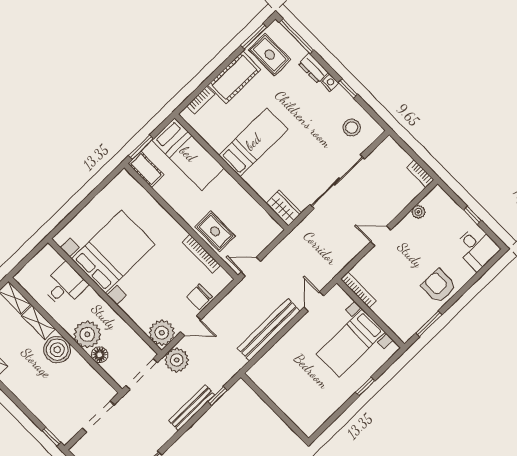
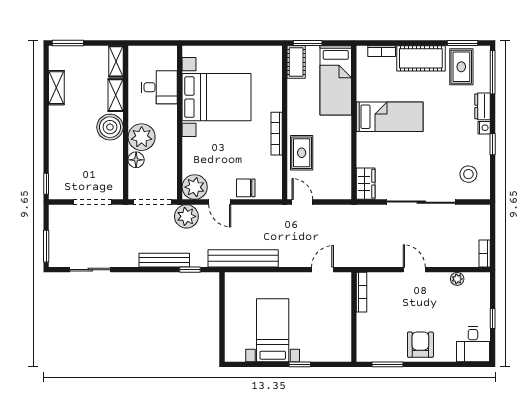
bookcase: (201, 254) -> (277, 134), moved
bench: (269, 330) -> (243, 258), moved
bed with nightstands: (351, 343) -> (273, 330), moved, turned 90

